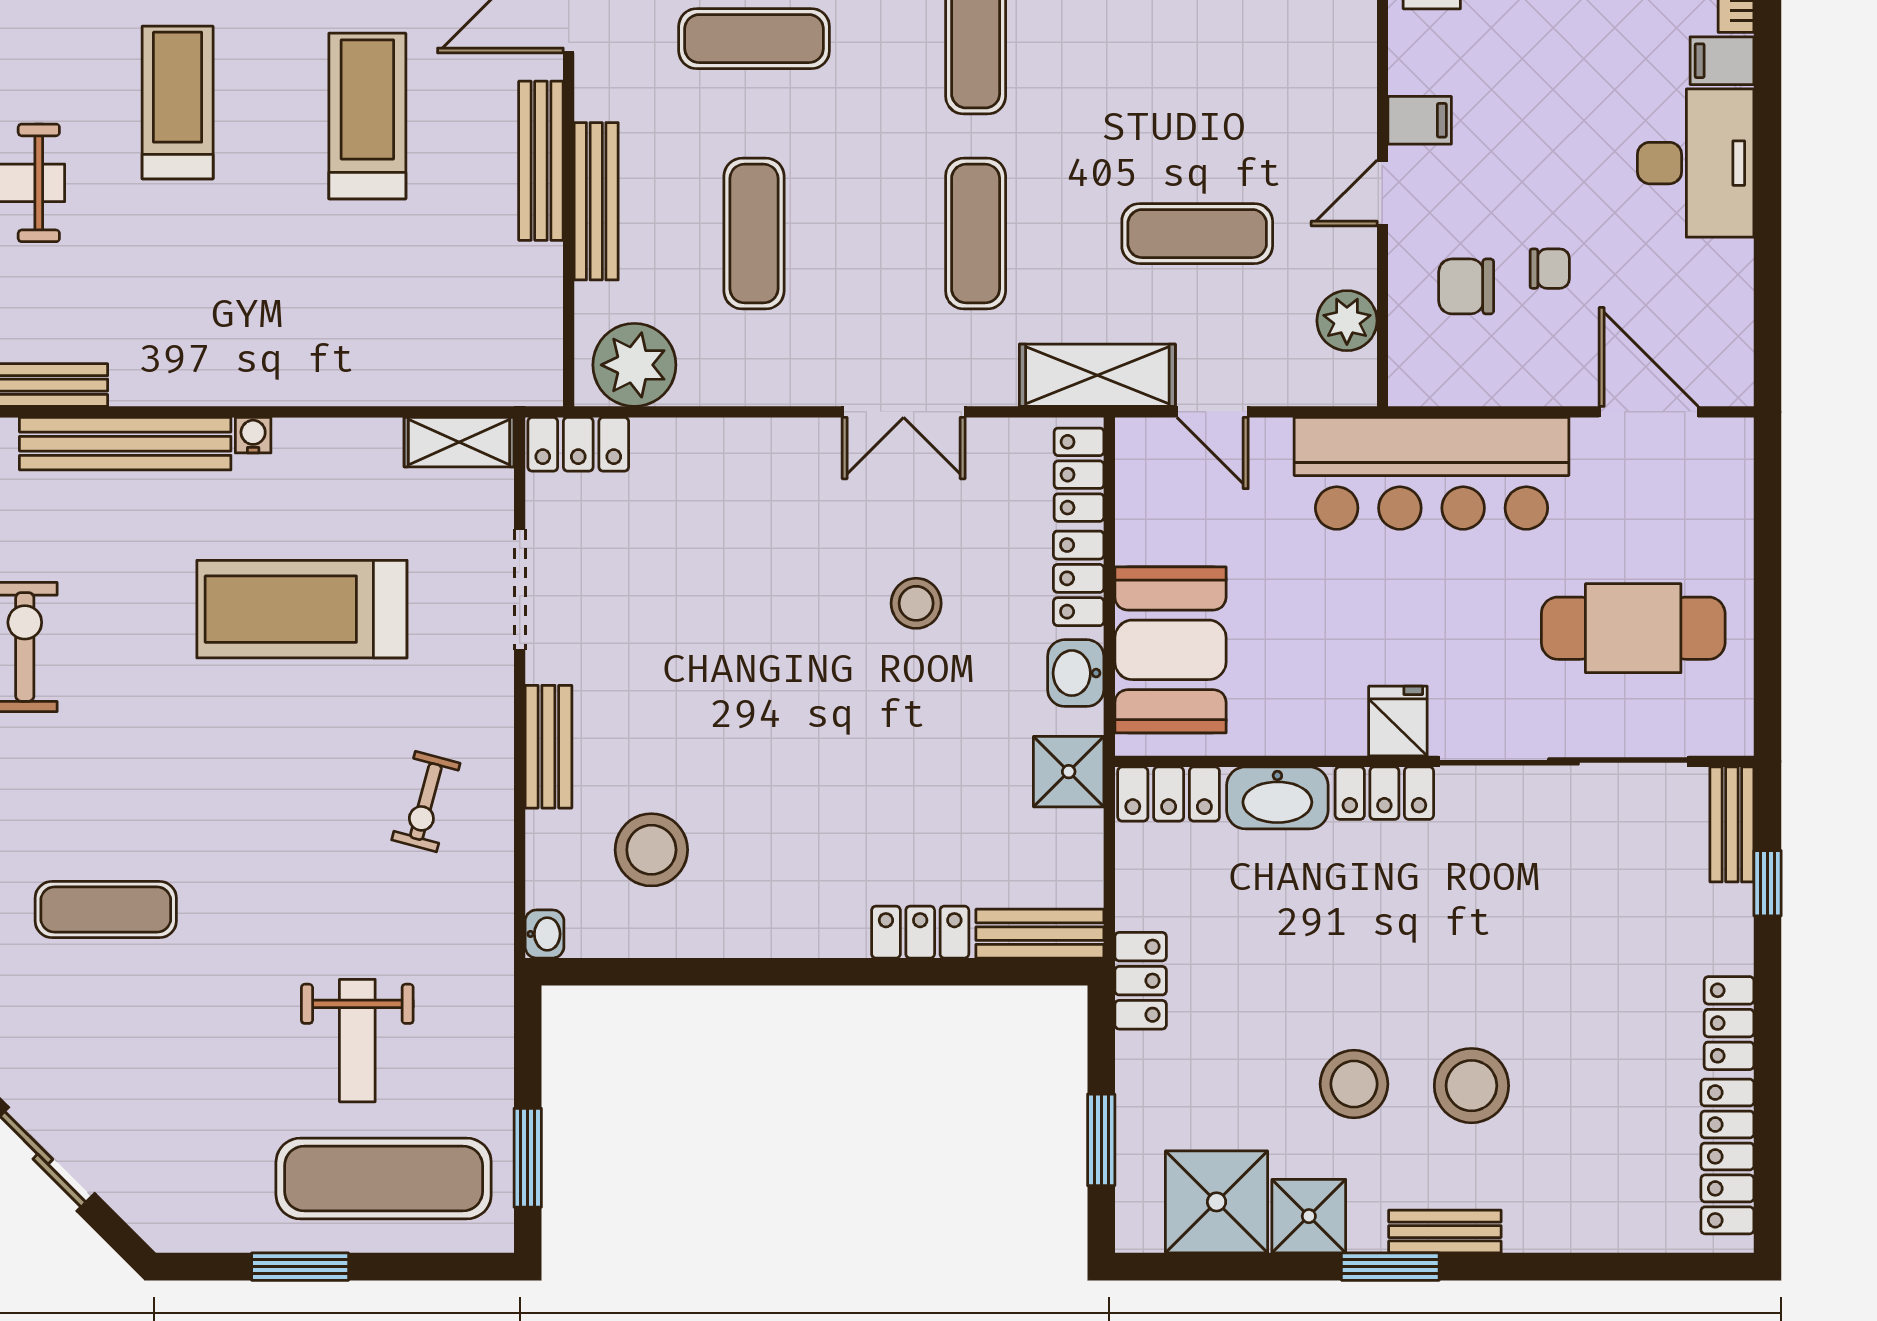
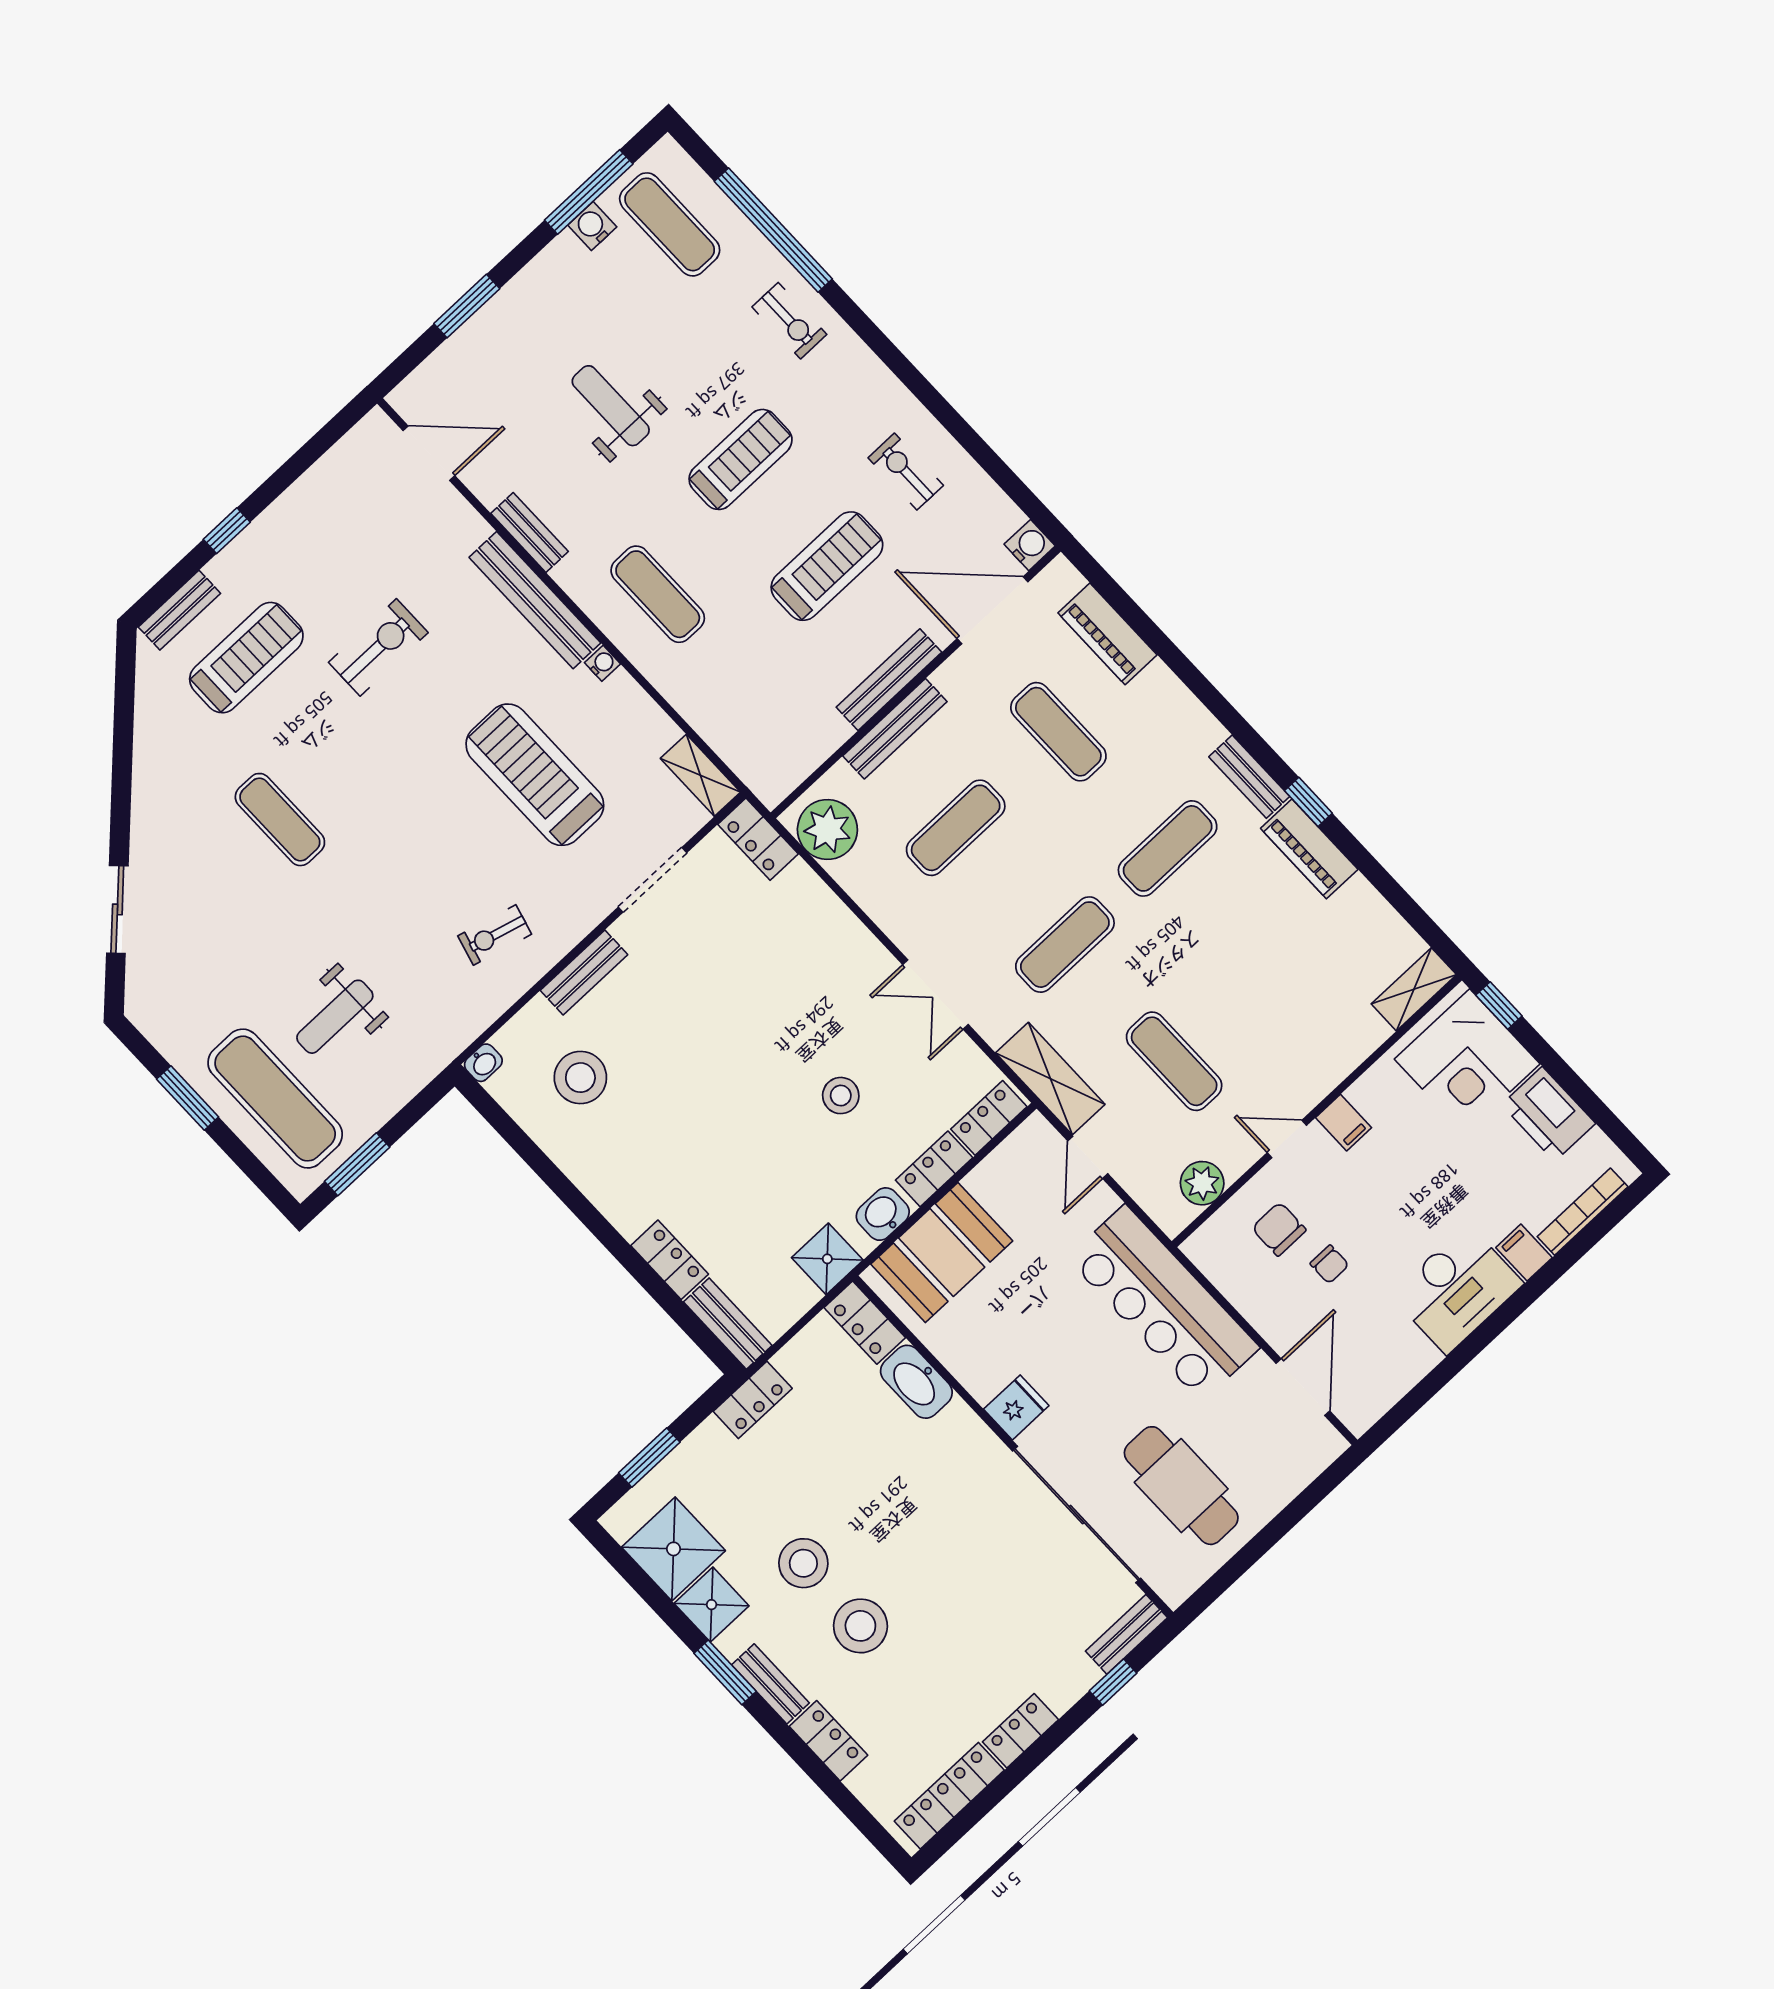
exercise mat: (235, 314) -> (658, 594), added
locker: (1384, 793) -> (828, 1741), moved, turned 180

